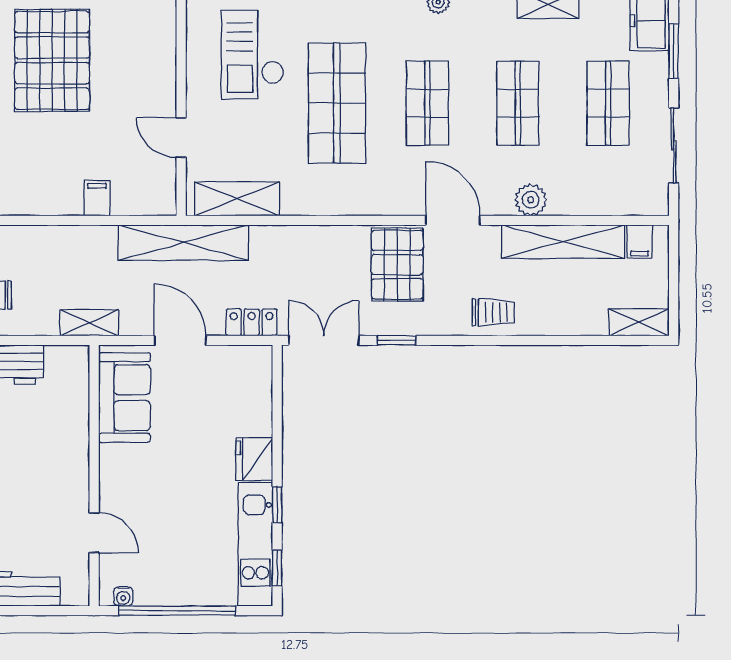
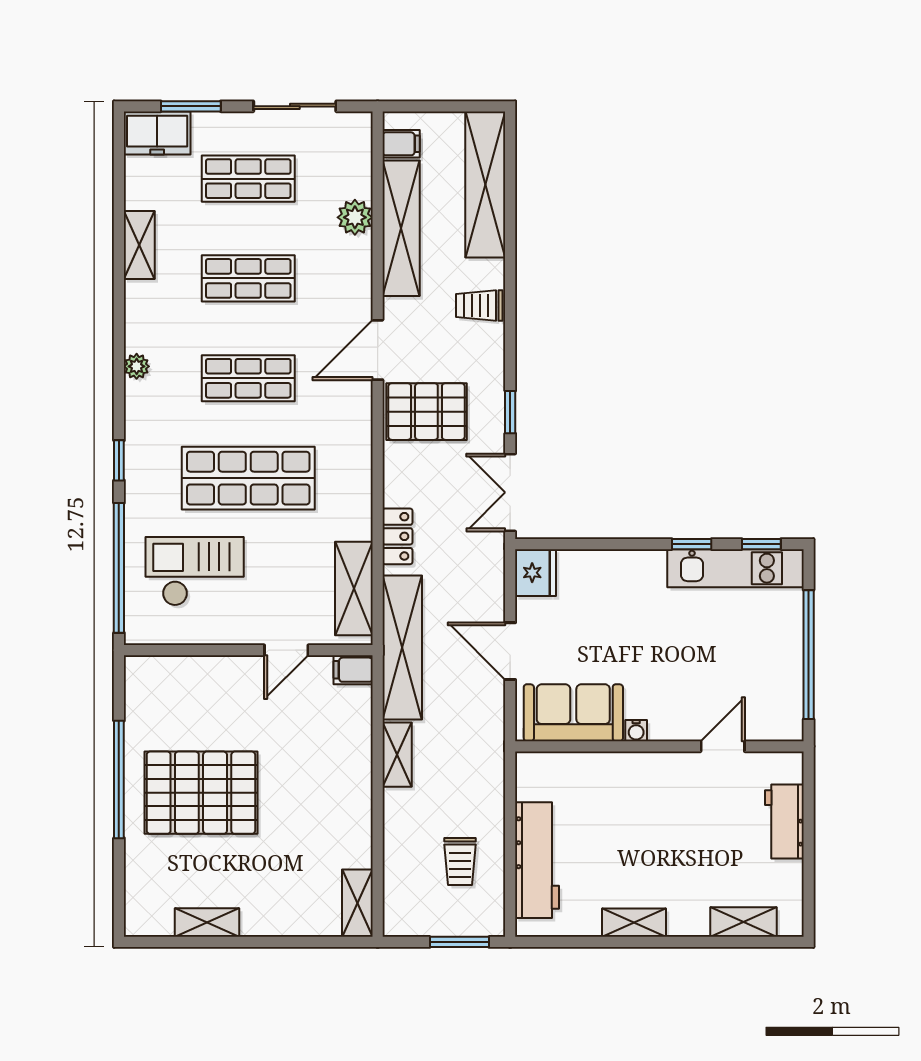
checkout: (253, 55) -> (195, 571), turned 180
filing cabinet: (97, 198) -> (353, 670), moved
plant: (531, 200) -> (355, 217), moved
trolley: (493, 312) -> (479, 305), turned -90
locker: (252, 322) -> (397, 536), moved, turned 180
shelving: (639, 322) -> (485, 184), width x2.20, depth x1.33
shelving: (89, 323) -> (397, 755), moved
door: (180, 340) -> (510, 651), hinge flipped
fridge: (254, 459) -> (535, 573), moved, turned -90
water cooler: (123, 596) -> (636, 731), moved, turned 90

